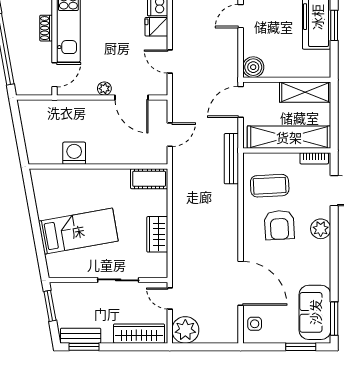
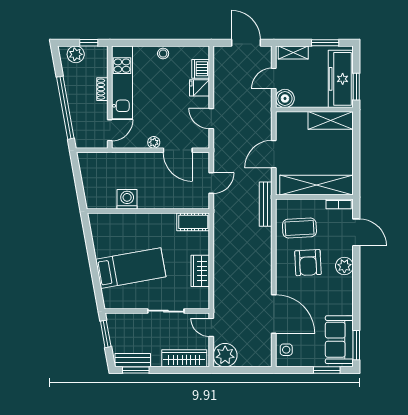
boiler: (253, 67) -> (285, 98), moved
wall: (287, 80) -> (314, 110), moved
shelving: (305, 92) -> (331, 120), moved

